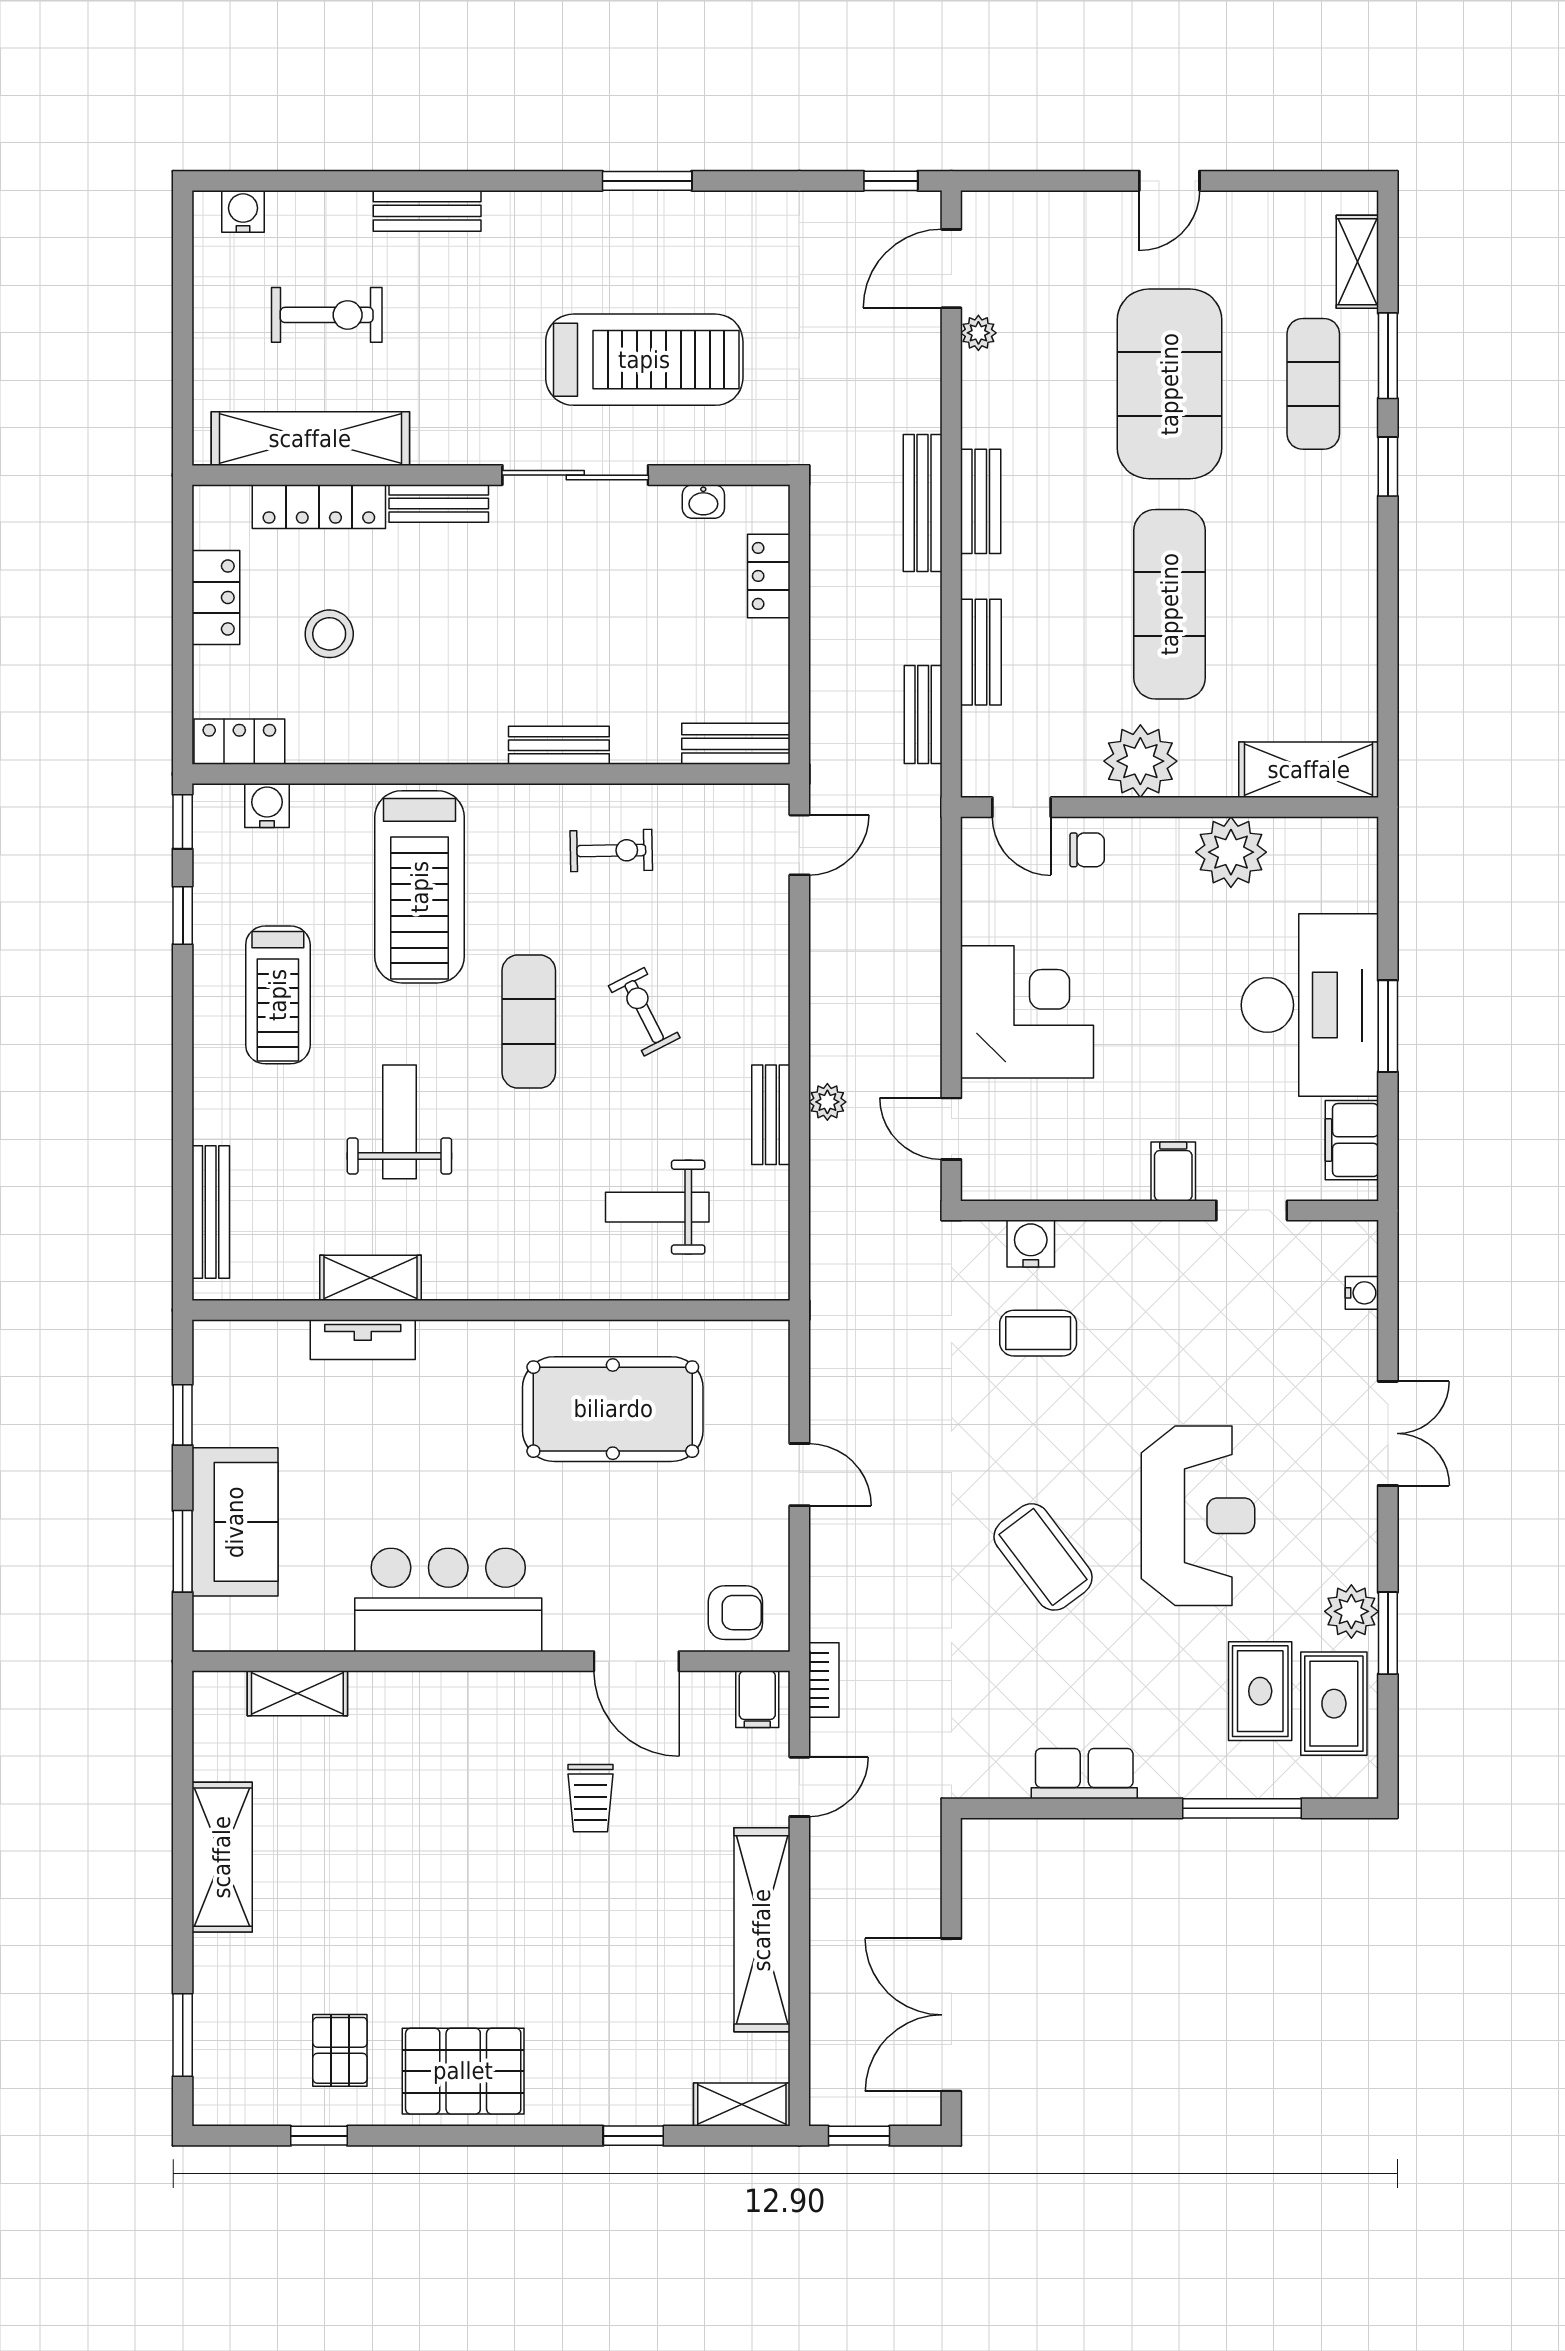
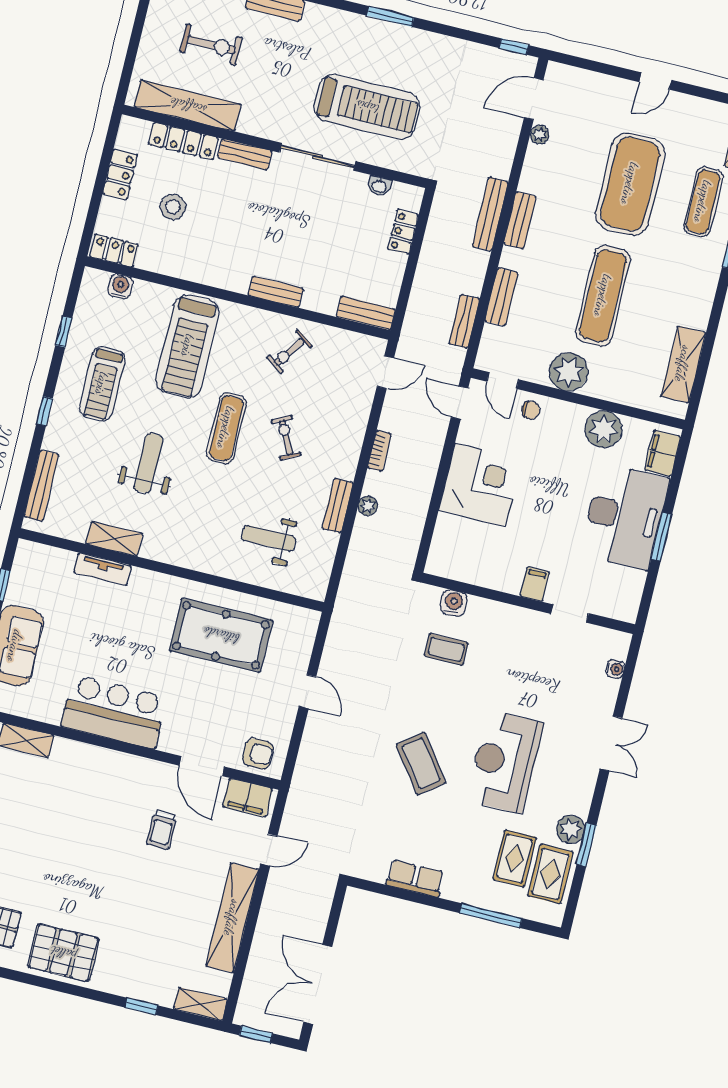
shelving: (1309, 770) -> (683, 364), moved, turned 90
window: (183, 822) -> (44, 411), moved
exercise bike: (611, 851) -> (289, 352), turned 126
door: (951, 1129) -> (460, 403), moved
filing cabinet: (1352, 1140) -> (663, 453), moved
reception desk: (1198, 1516) -> (505, 762), turned 180
bookcase: (824, 1680) -> (379, 451), moved
filing cabinet: (757, 1699) -> (248, 798), width x2.00

